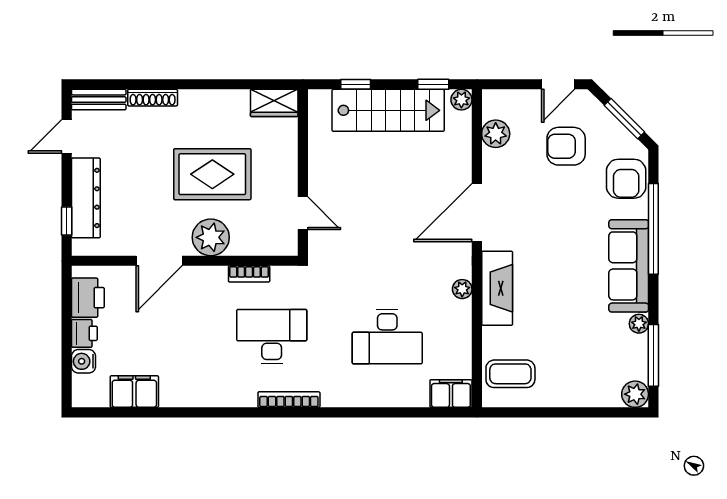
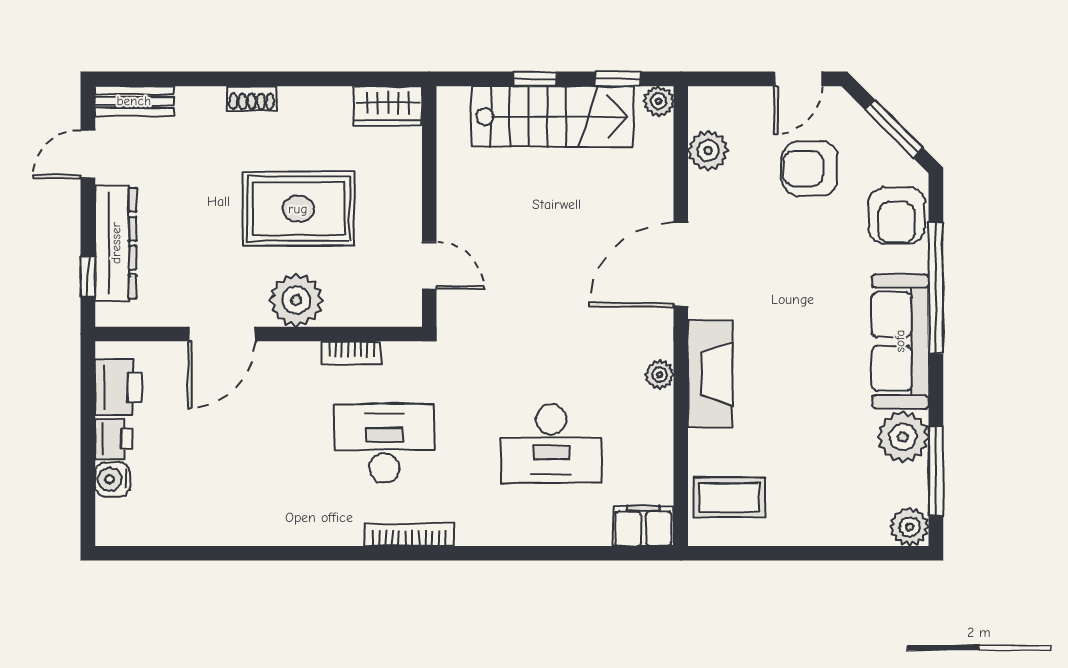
window: (356, 84) -> (535, 79), moved
shoe rack: (153, 98) -> (252, 98), moved, width x0.70
plant: (639, 324) -> (903, 437), width x1.87, depth x1.87
filing cabinet: (134, 392) -> (186, 523), removed

